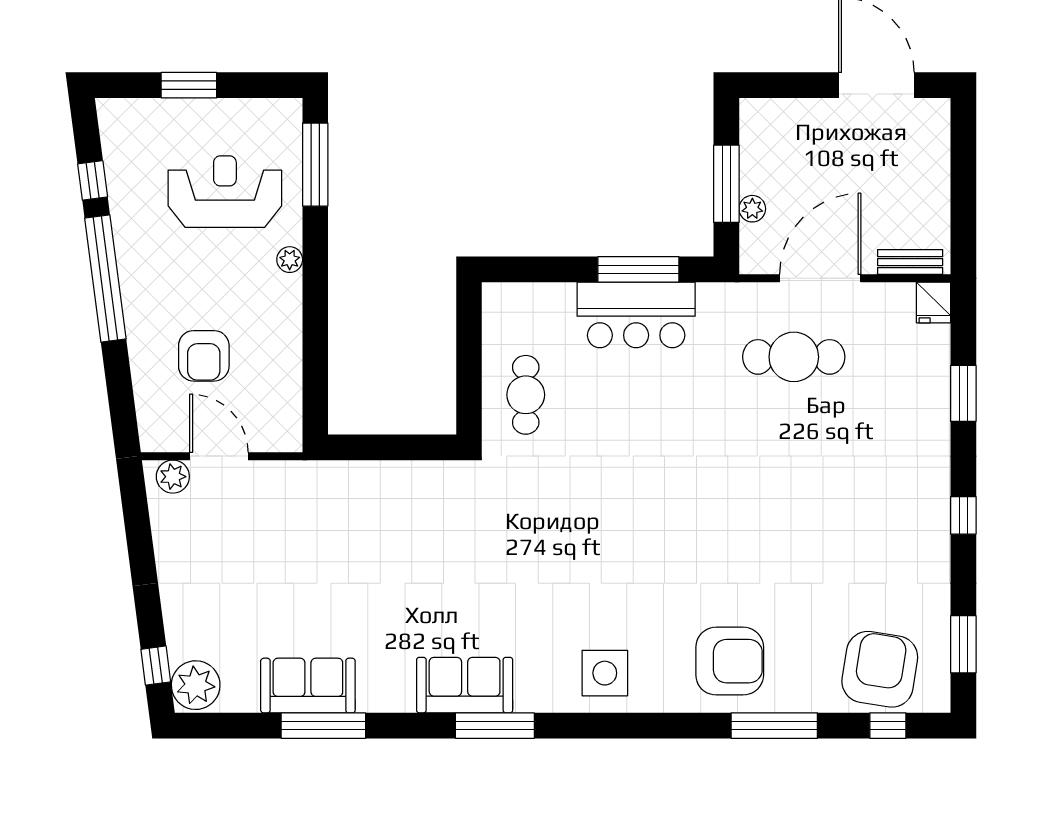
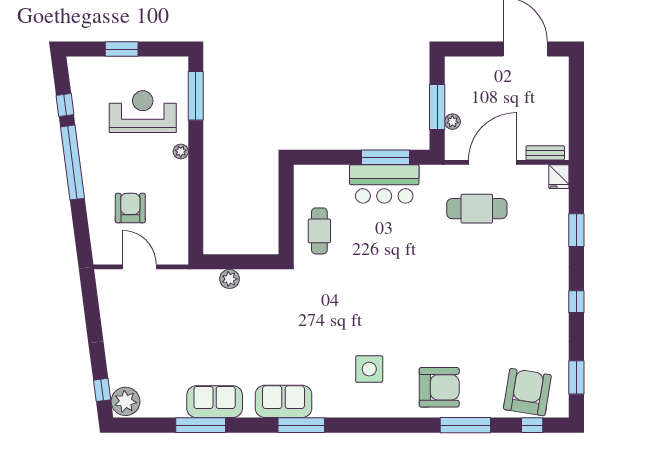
armchair: (204, 356) -> (130, 208), turned 180
plant: (173, 477) -> (230, 279), moved
side table: (605, 673) -> (369, 369), moved
sofa: (308, 686) -> (215, 402), moved

